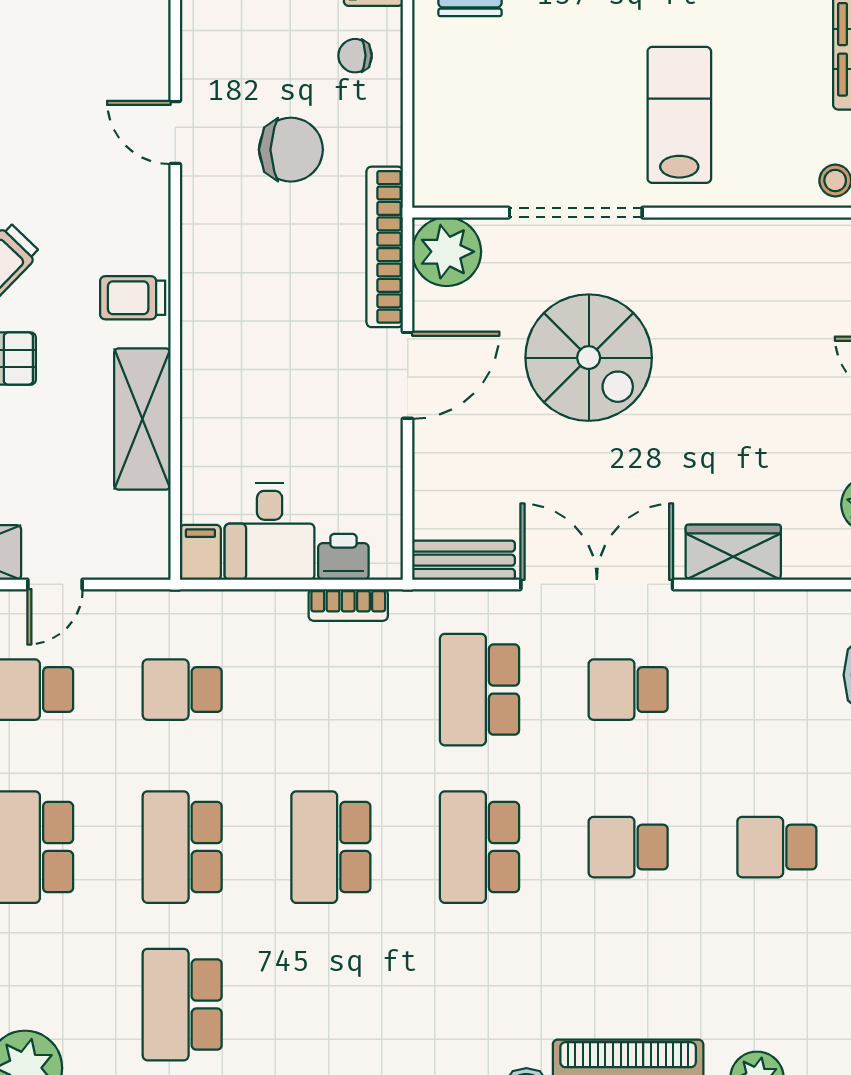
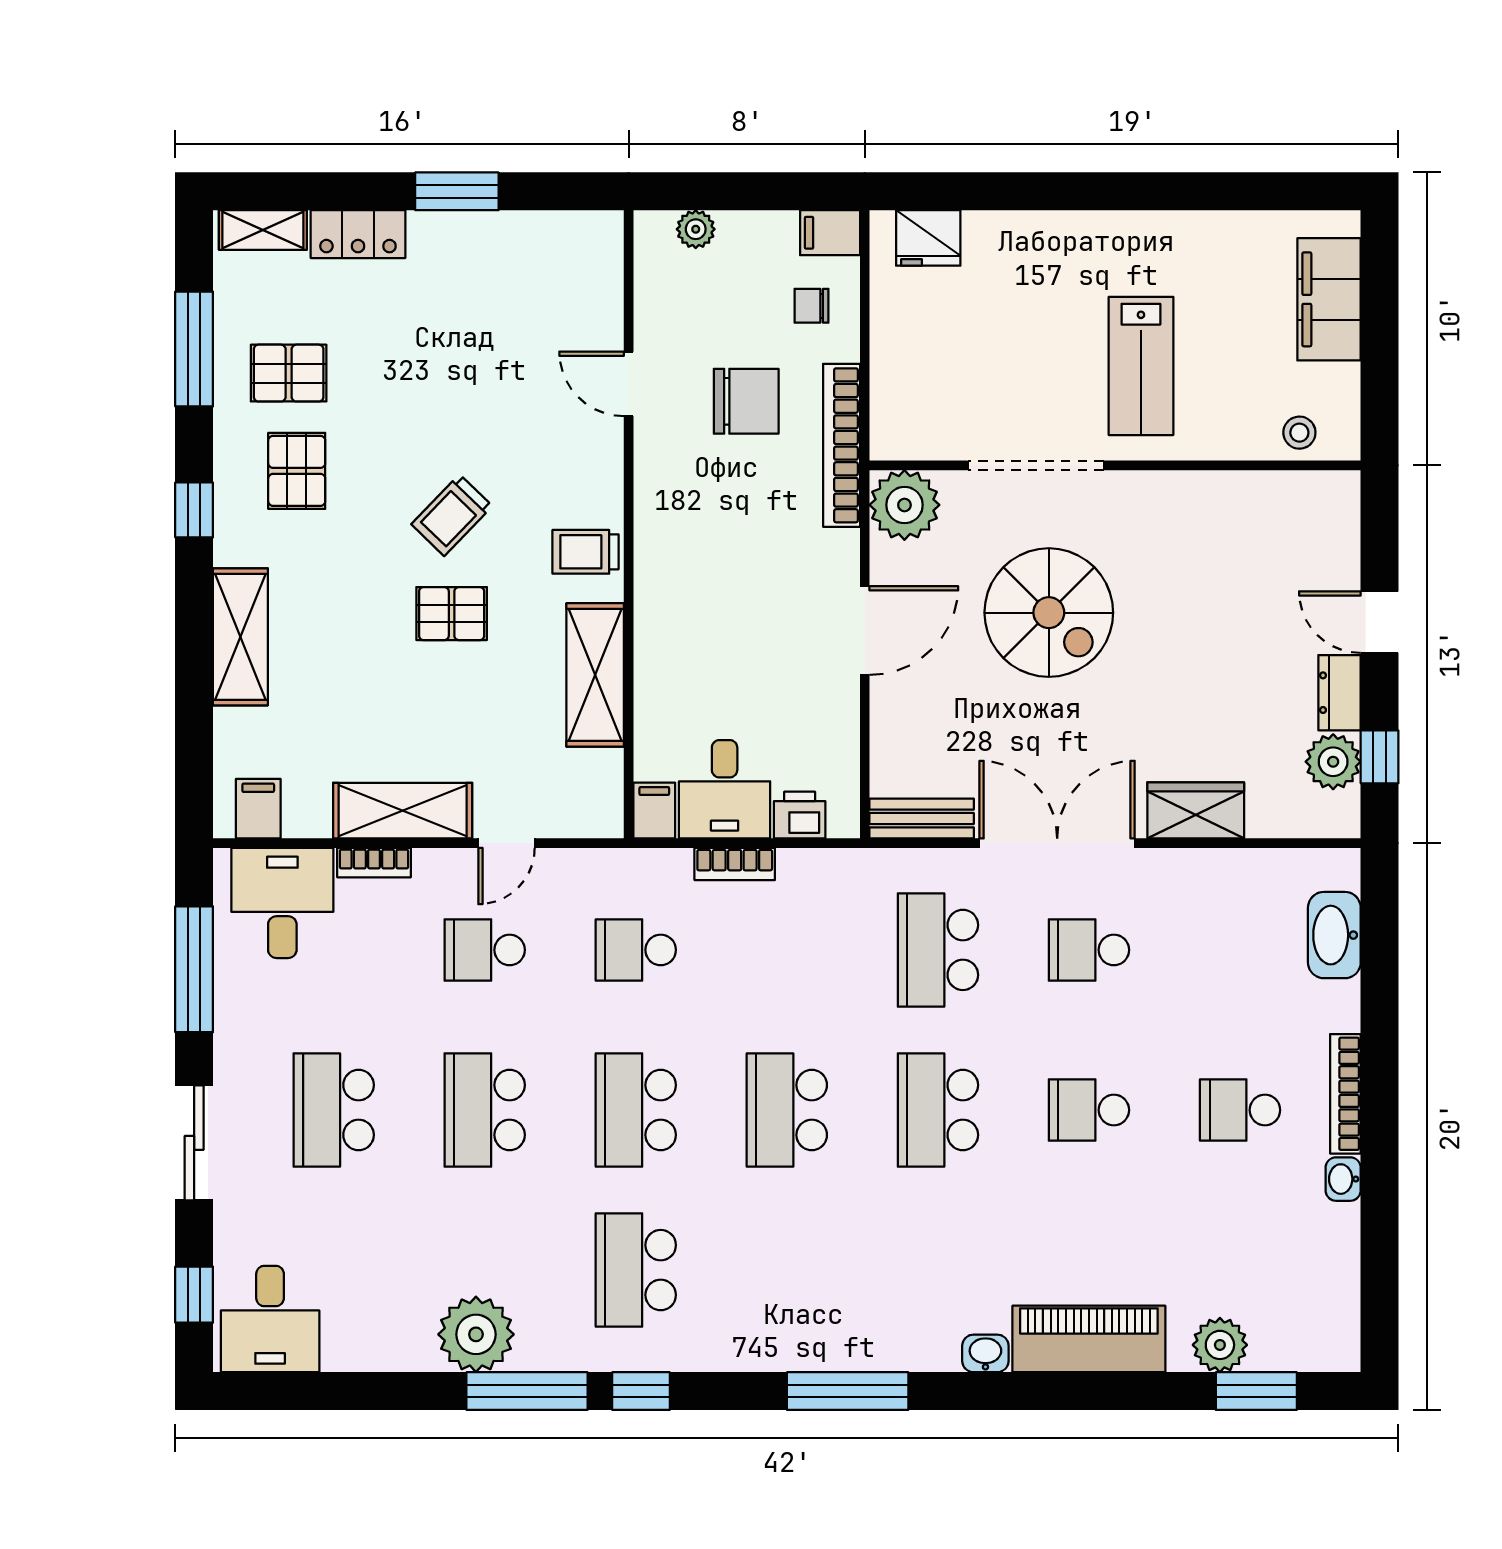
lab bench: (679, 115) -> (1141, 366), turned 180
bookcase: (385, 247) -> (842, 445), moved
bookcase: (348, 605) -> (735, 864), moved

